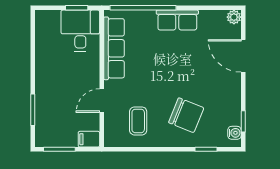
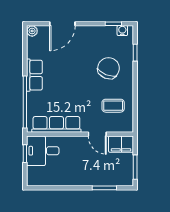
filing cabinet: (89, 139) -> (121, 144), width x2.00

